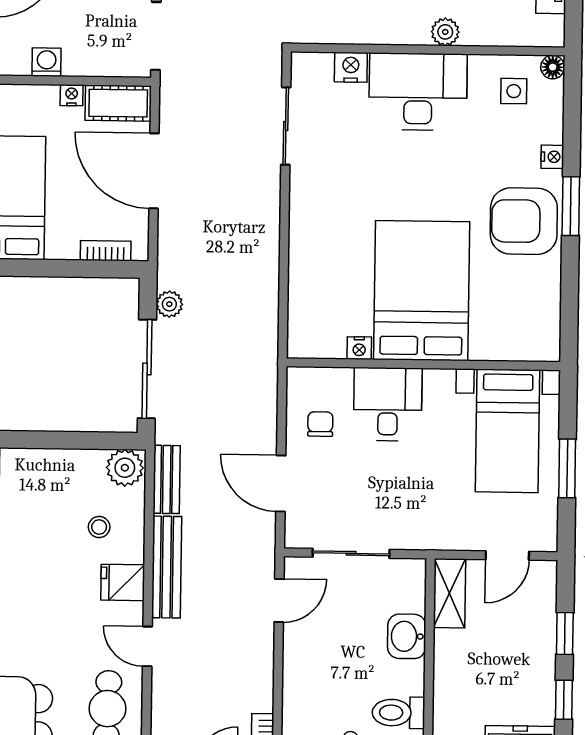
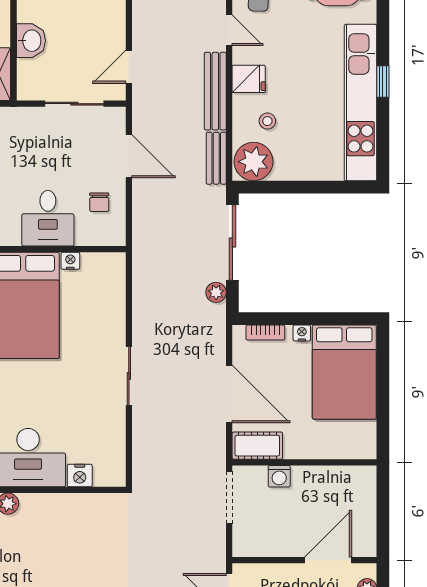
washing machine: (47, 62) -> (279, 476), moved
nightstand: (72, 95) -> (302, 333), moved, turned 180
sliding door: (286, 126) -> (129, 376), moved
plant: (125, 468) -> (253, 162), width x1.36, depth x1.36

